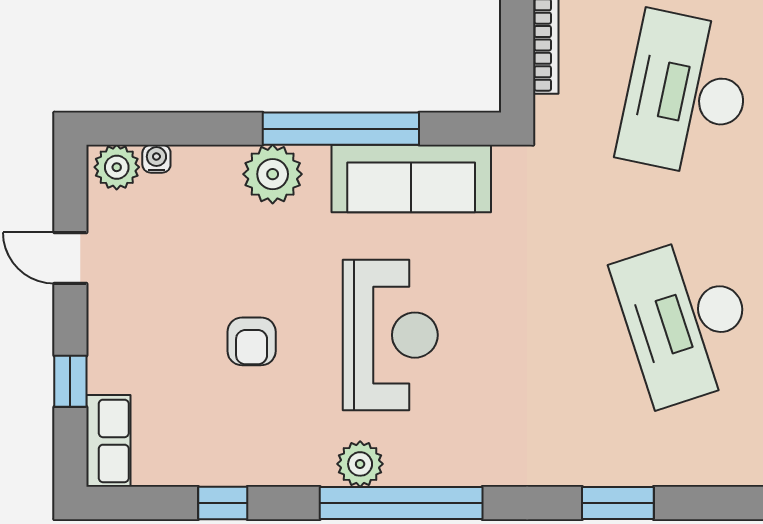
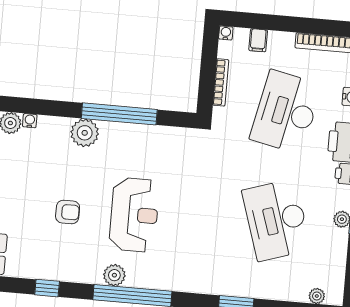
sofa: (411, 179) -> (151, 141), removed
armchair: (252, 341) -> (68, 212), turned -90

